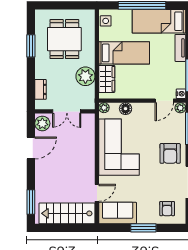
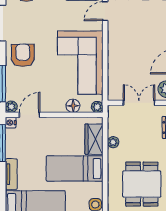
plant: (85, 76) -> (113, 142), width x0.53, depth x0.53

